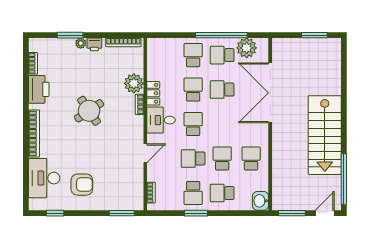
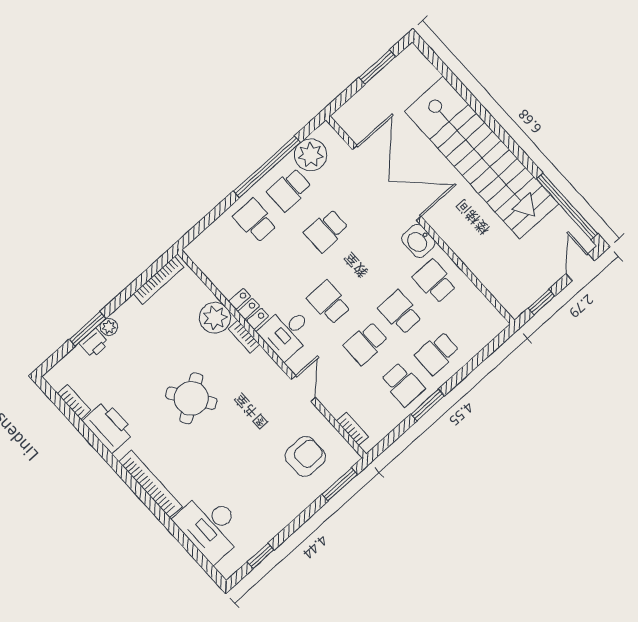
printer: (94, 44) -> (94, 343), moved
school desk: (193, 90) -> (292, 262), removed
double door: (270, 93) -> (387, 183), swing flipped
stairs: (325, 135) -> (481, 157), width x1.36
armchair: (82, 185) -> (305, 456), moved
washbasin: (260, 201) -> (418, 241), moved
window: (292, 213) -> (541, 302), width x0.67

